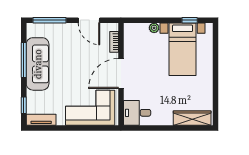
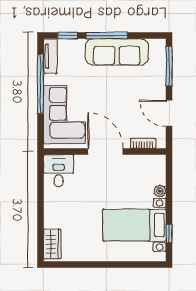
door: (89, 20) -> (169, 113), hinge flipped
window: (24, 60) -> (107, 35), moved
wardrobe: (192, 118) -> (52, 244), width x0.67
window: (64, 128) -> (40, 84), added

